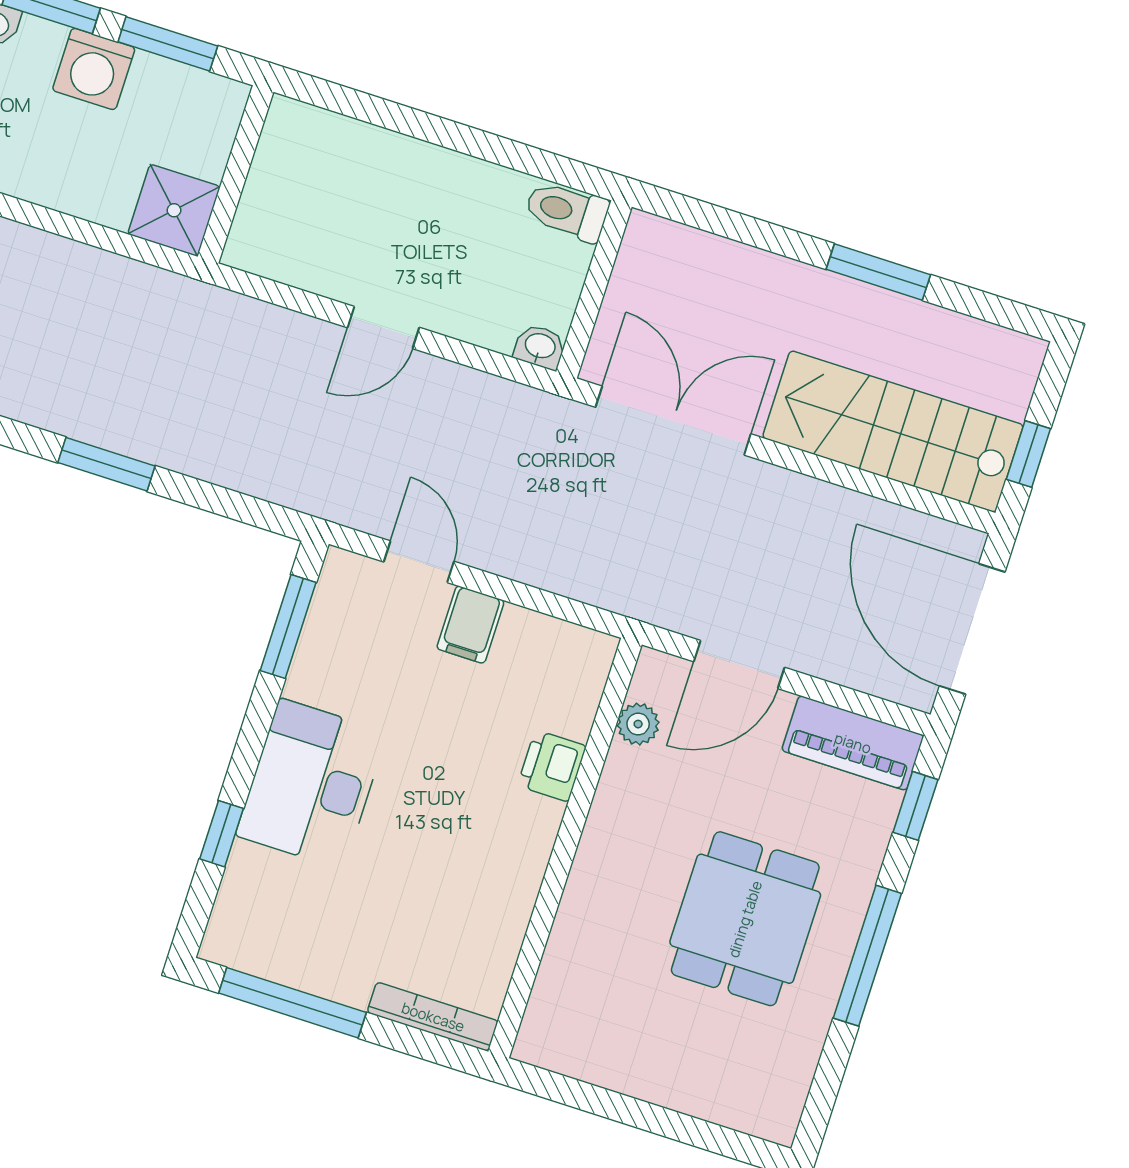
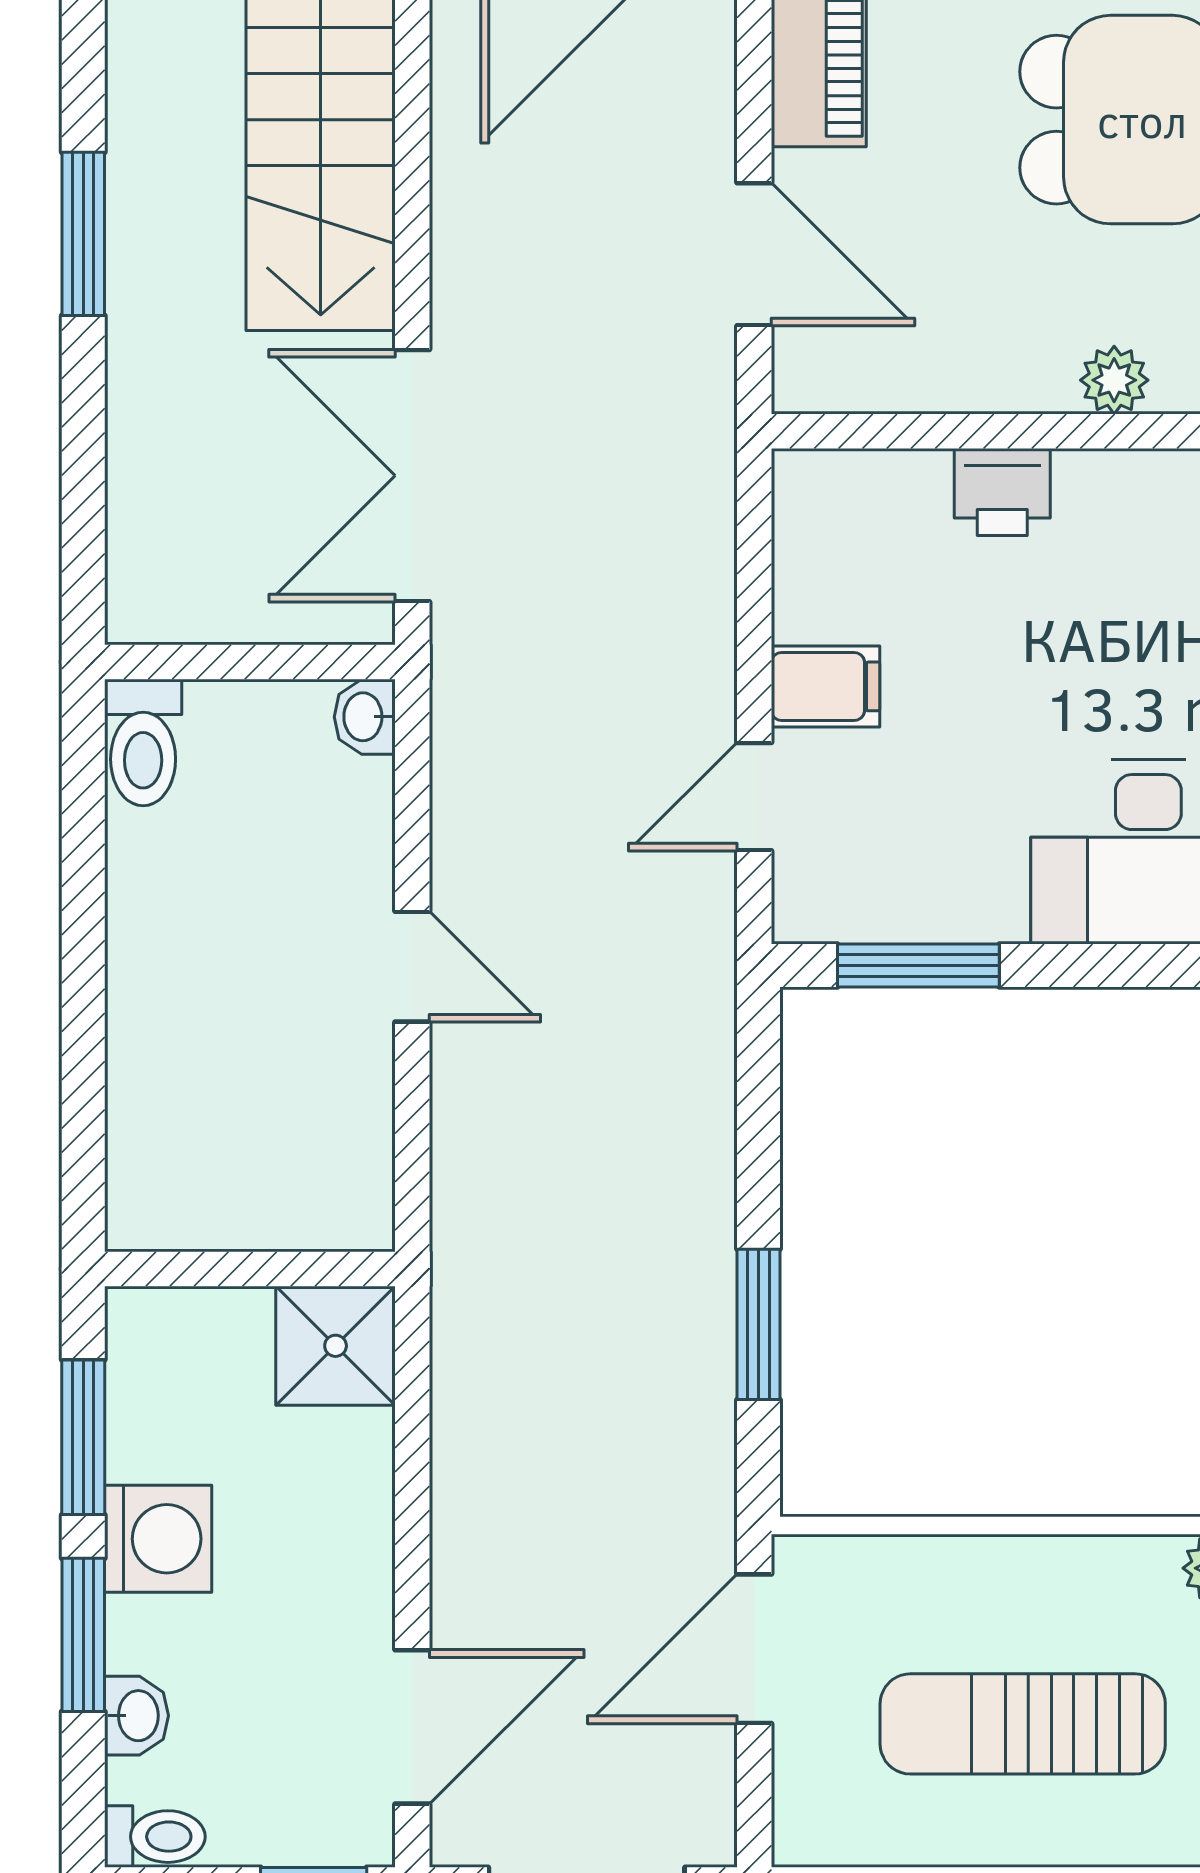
plant: (638, 724) -> (1114, 380), moved

